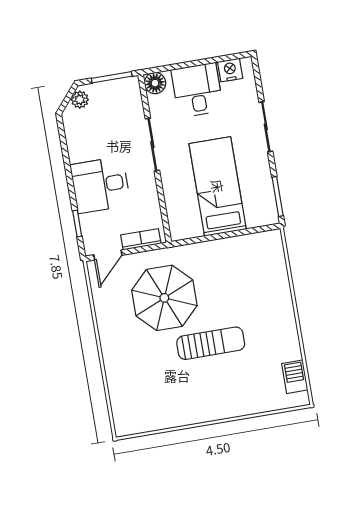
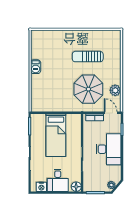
desk: (100, 185) -> (109, 149), width x1.37
door: (108, 255) -> (111, 113), hinge flipped
plant: (106, 305) -> (115, 90), added
sun lounger: (211, 343) -> (88, 57), moved
barbecue: (295, 377) -> (36, 67), moved

